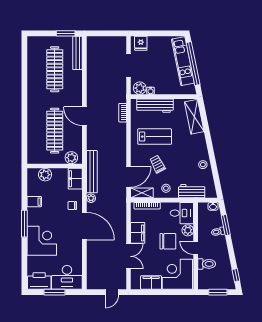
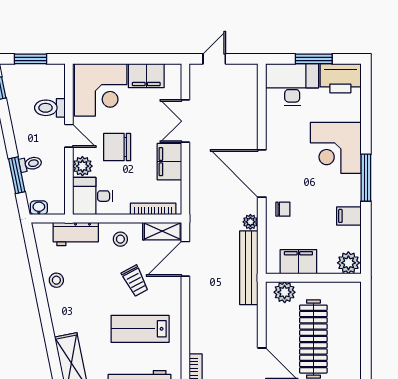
plant: (45, 175) -> (348, 263), moved
filing cabinet: (75, 179) -> (298, 262), moved, turned -90

